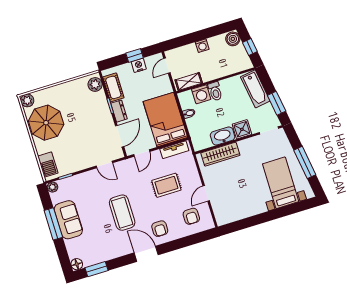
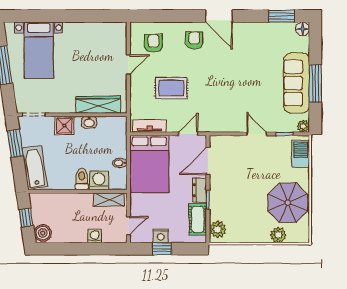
washing machine: (202, 46) -> (95, 236), moved
plant: (27, 100) -> (278, 235), moved
washbasin: (223, 136) -> (89, 122), width x0.52, depth x0.69
door: (104, 164) -> (257, 134), moved
coffee table: (122, 213) -> (232, 72), removed
sofa: (68, 220) -> (297, 83), width x1.36

